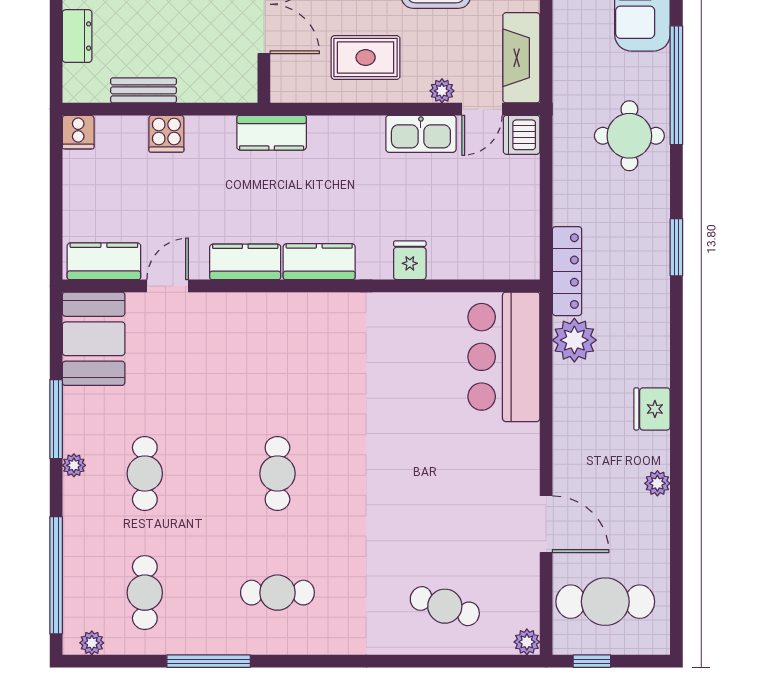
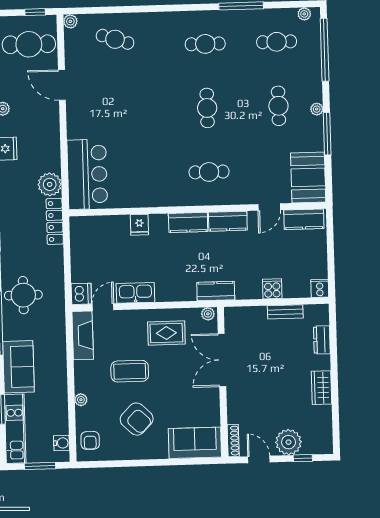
plant: (442, 91) -> (208, 314), moved
cafe table: (277, 354) -> (209, 172), added
cafe table: (145, 593) -> (277, 42), turned 90

